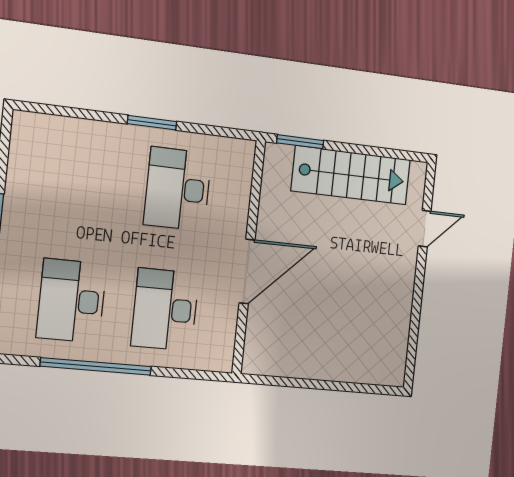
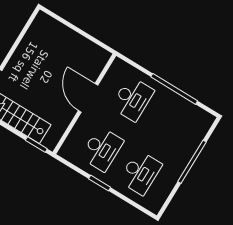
door: (247, 271) -> (88, 98), hinge flipped
desk: (71, 301) -> (140, 173), moved

